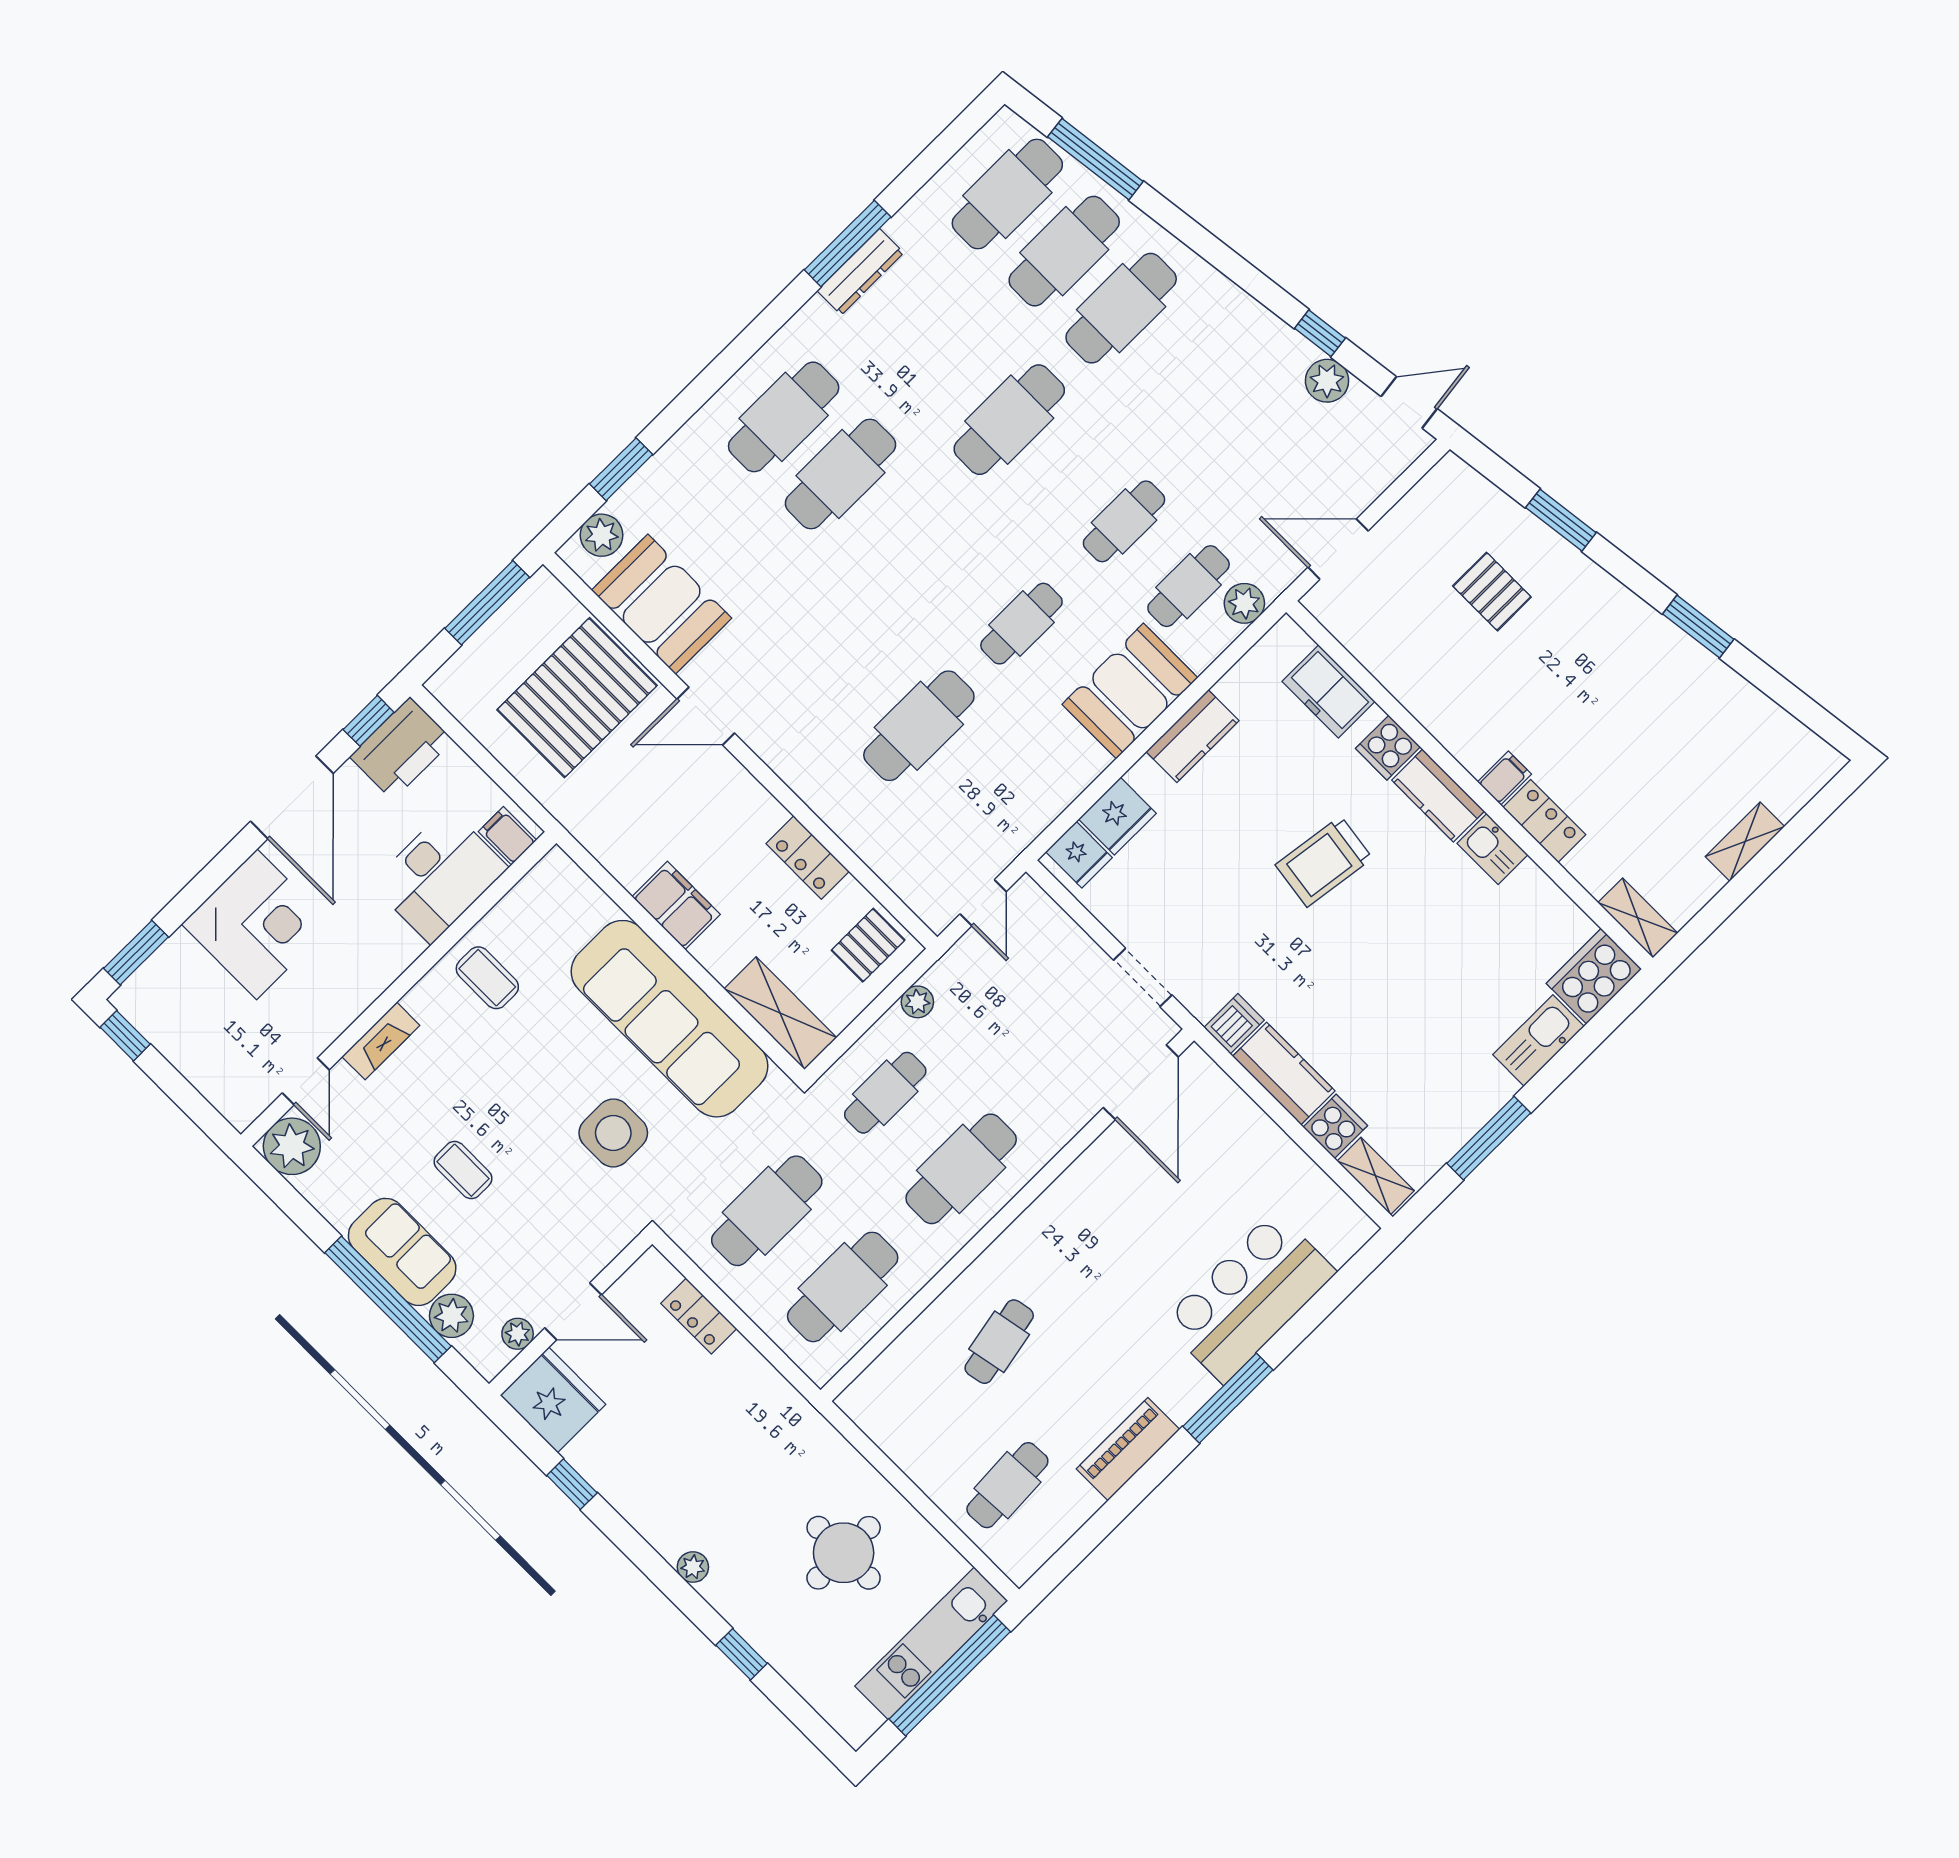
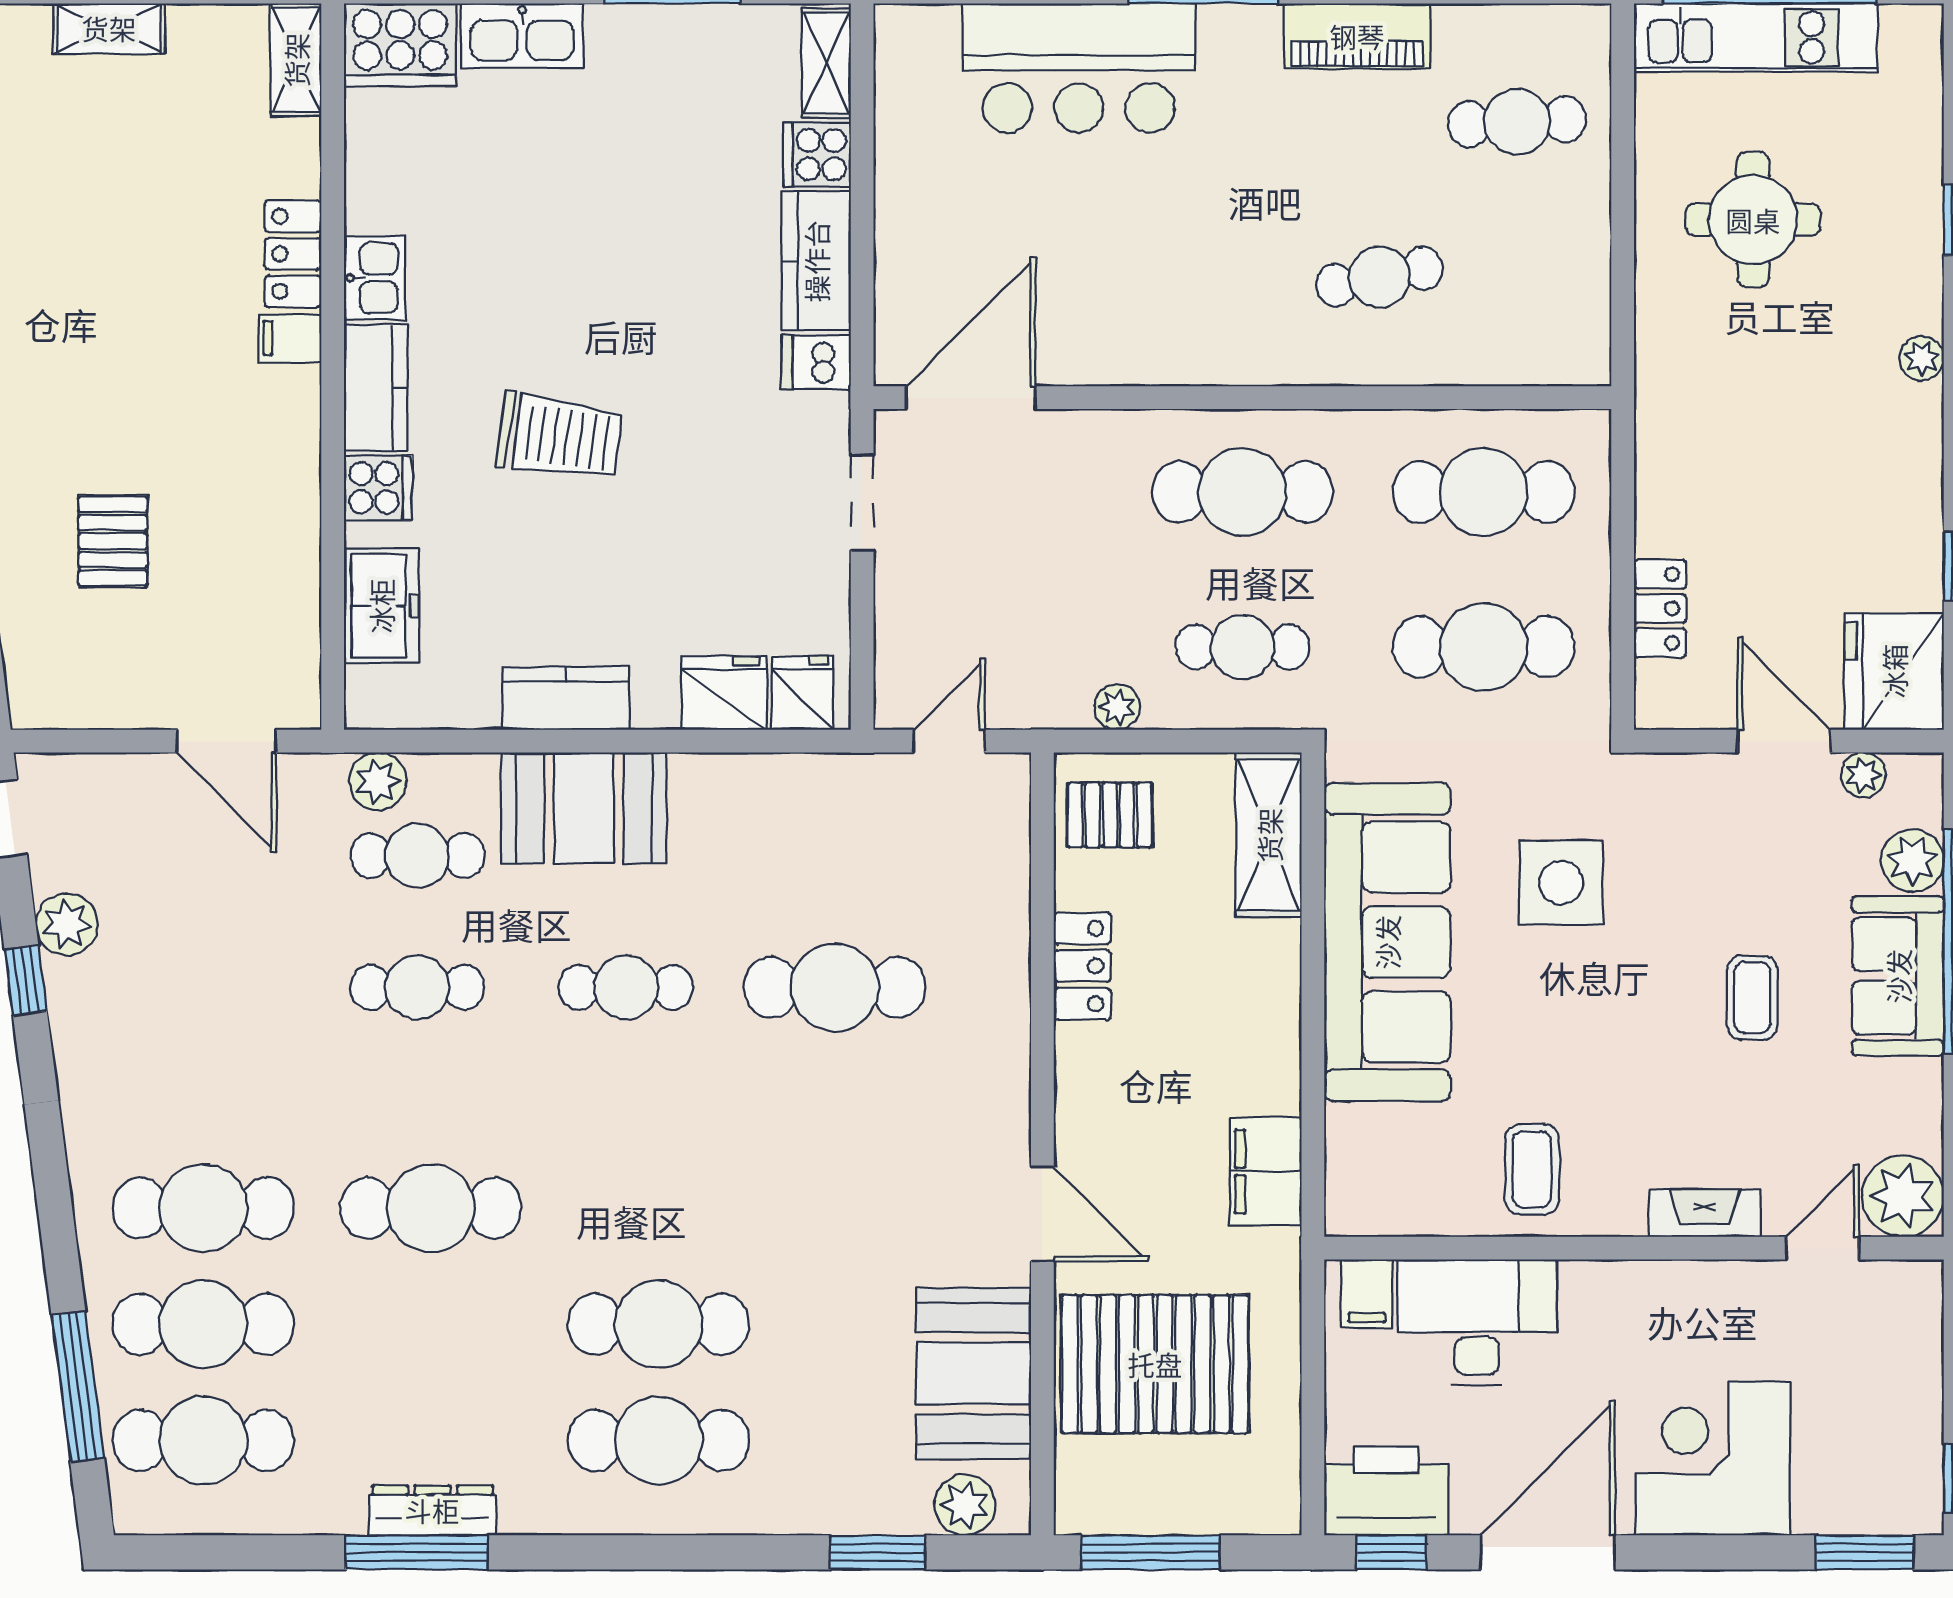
filing cabinet: (676, 906) -> (1266, 1172), moved

